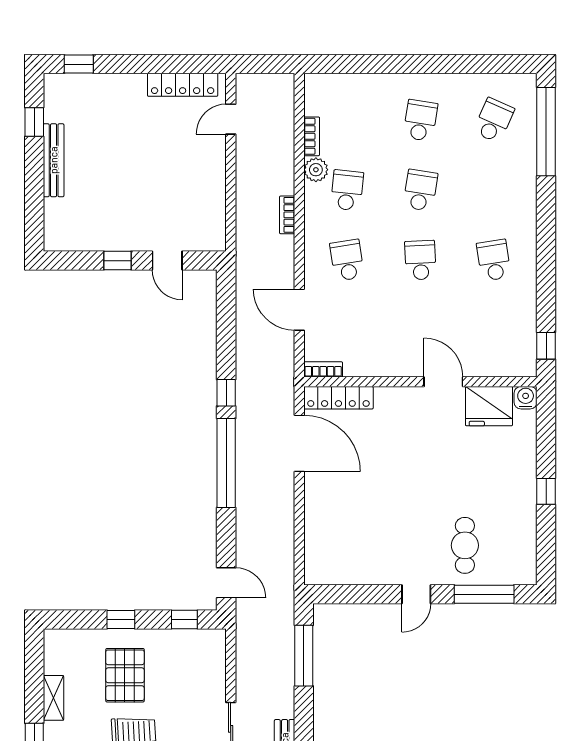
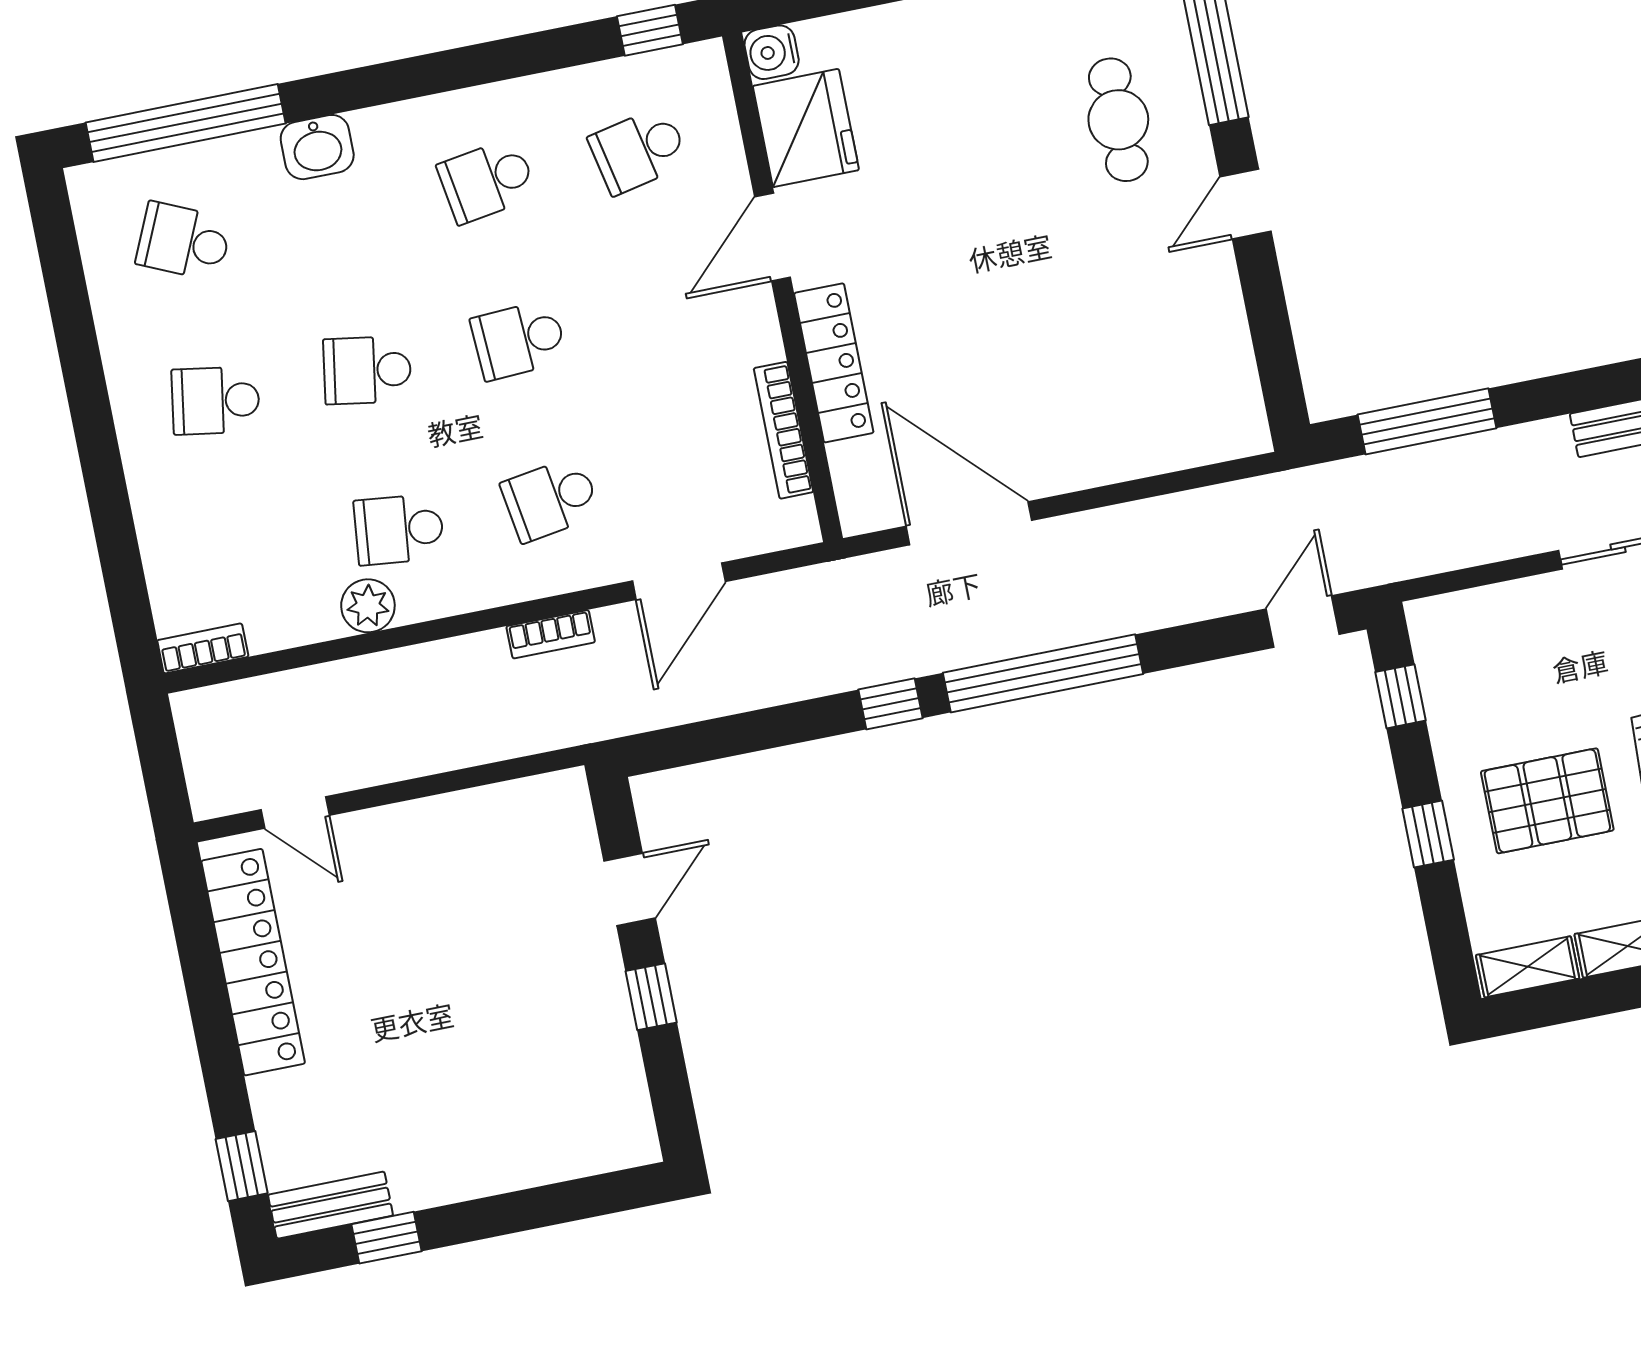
locker: (183, 85) -> (253, 962), width x1.41, depth x1.21
bookcase: (312, 136) -> (203, 648), moved
bench: (54, 160) -> (331, 1205), moved, width x0.73
washbasin: (524, 188) -> (317, 147), added
bookcase: (287, 215) -> (551, 634), moved
school desk: (494, 330) -> (639, 150), added
bookcase: (323, 369) -> (783, 430), moved, width x1.56
locker: (338, 398) -> (834, 363), moved
door: (299, 443) -> (969, 523), hinge flipped
cafe table: (465, 545) -> (1118, 120), turned 90
door: (416, 594) -> (1245, 204), swing flipped
shelving: (53, 652) -> (1528, 967), added

